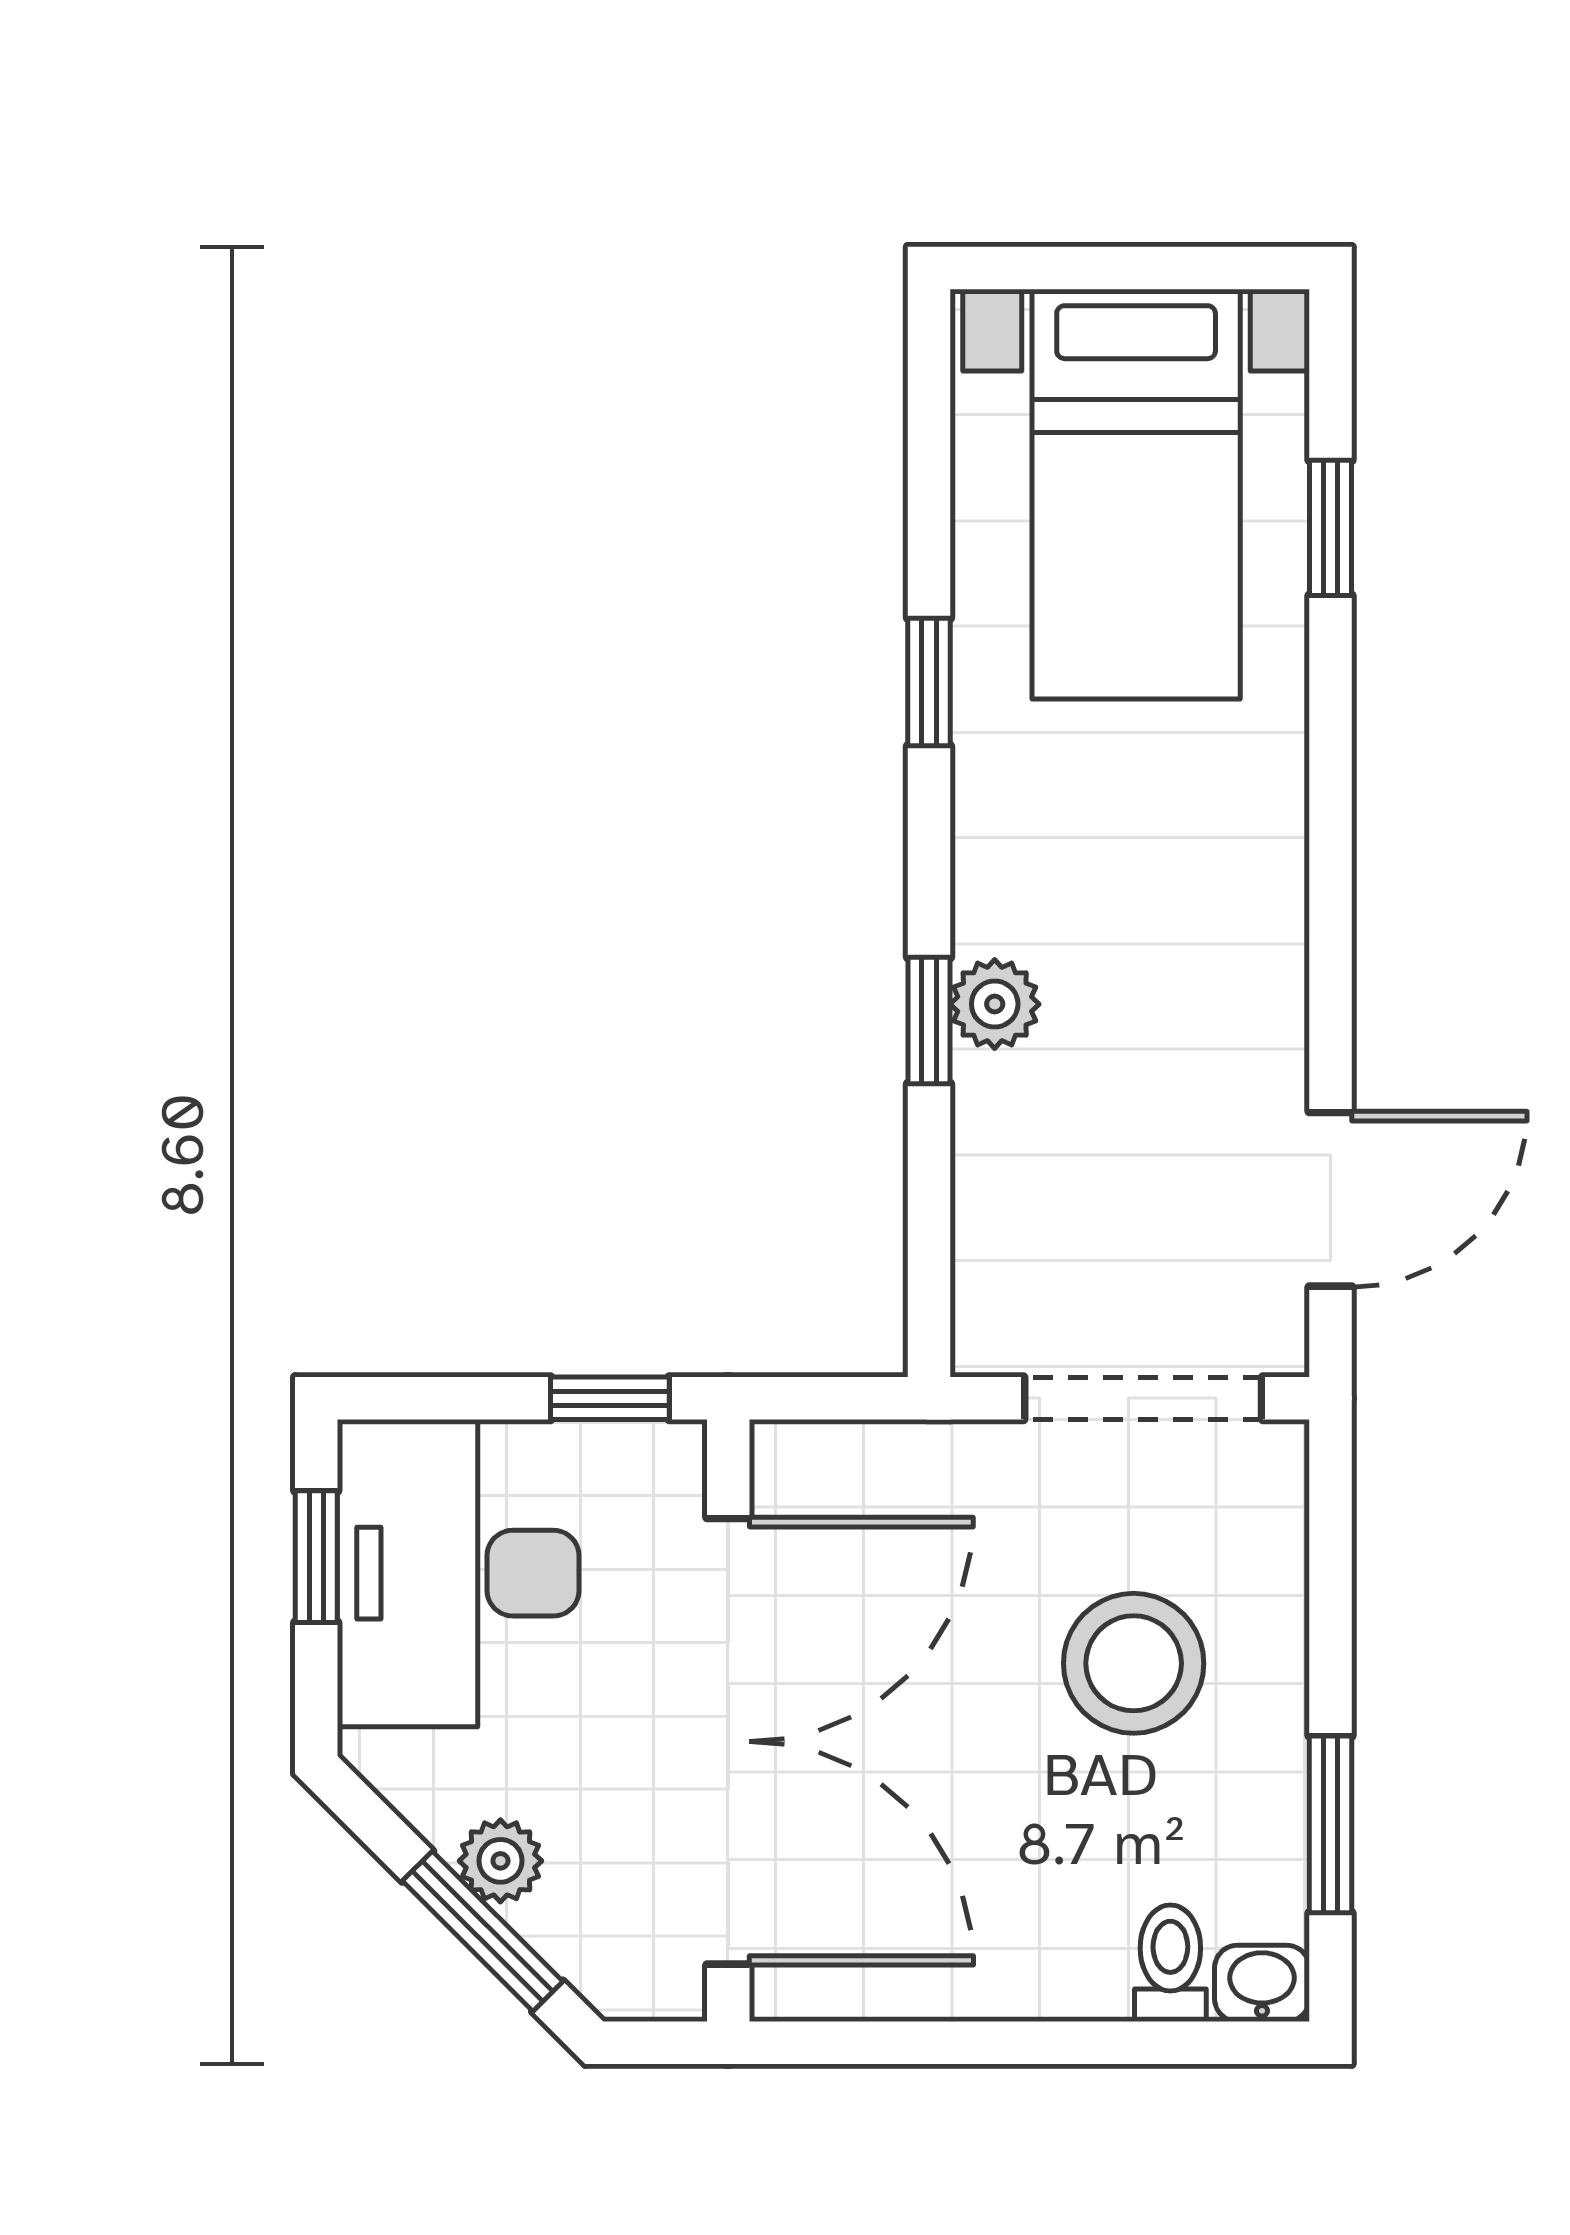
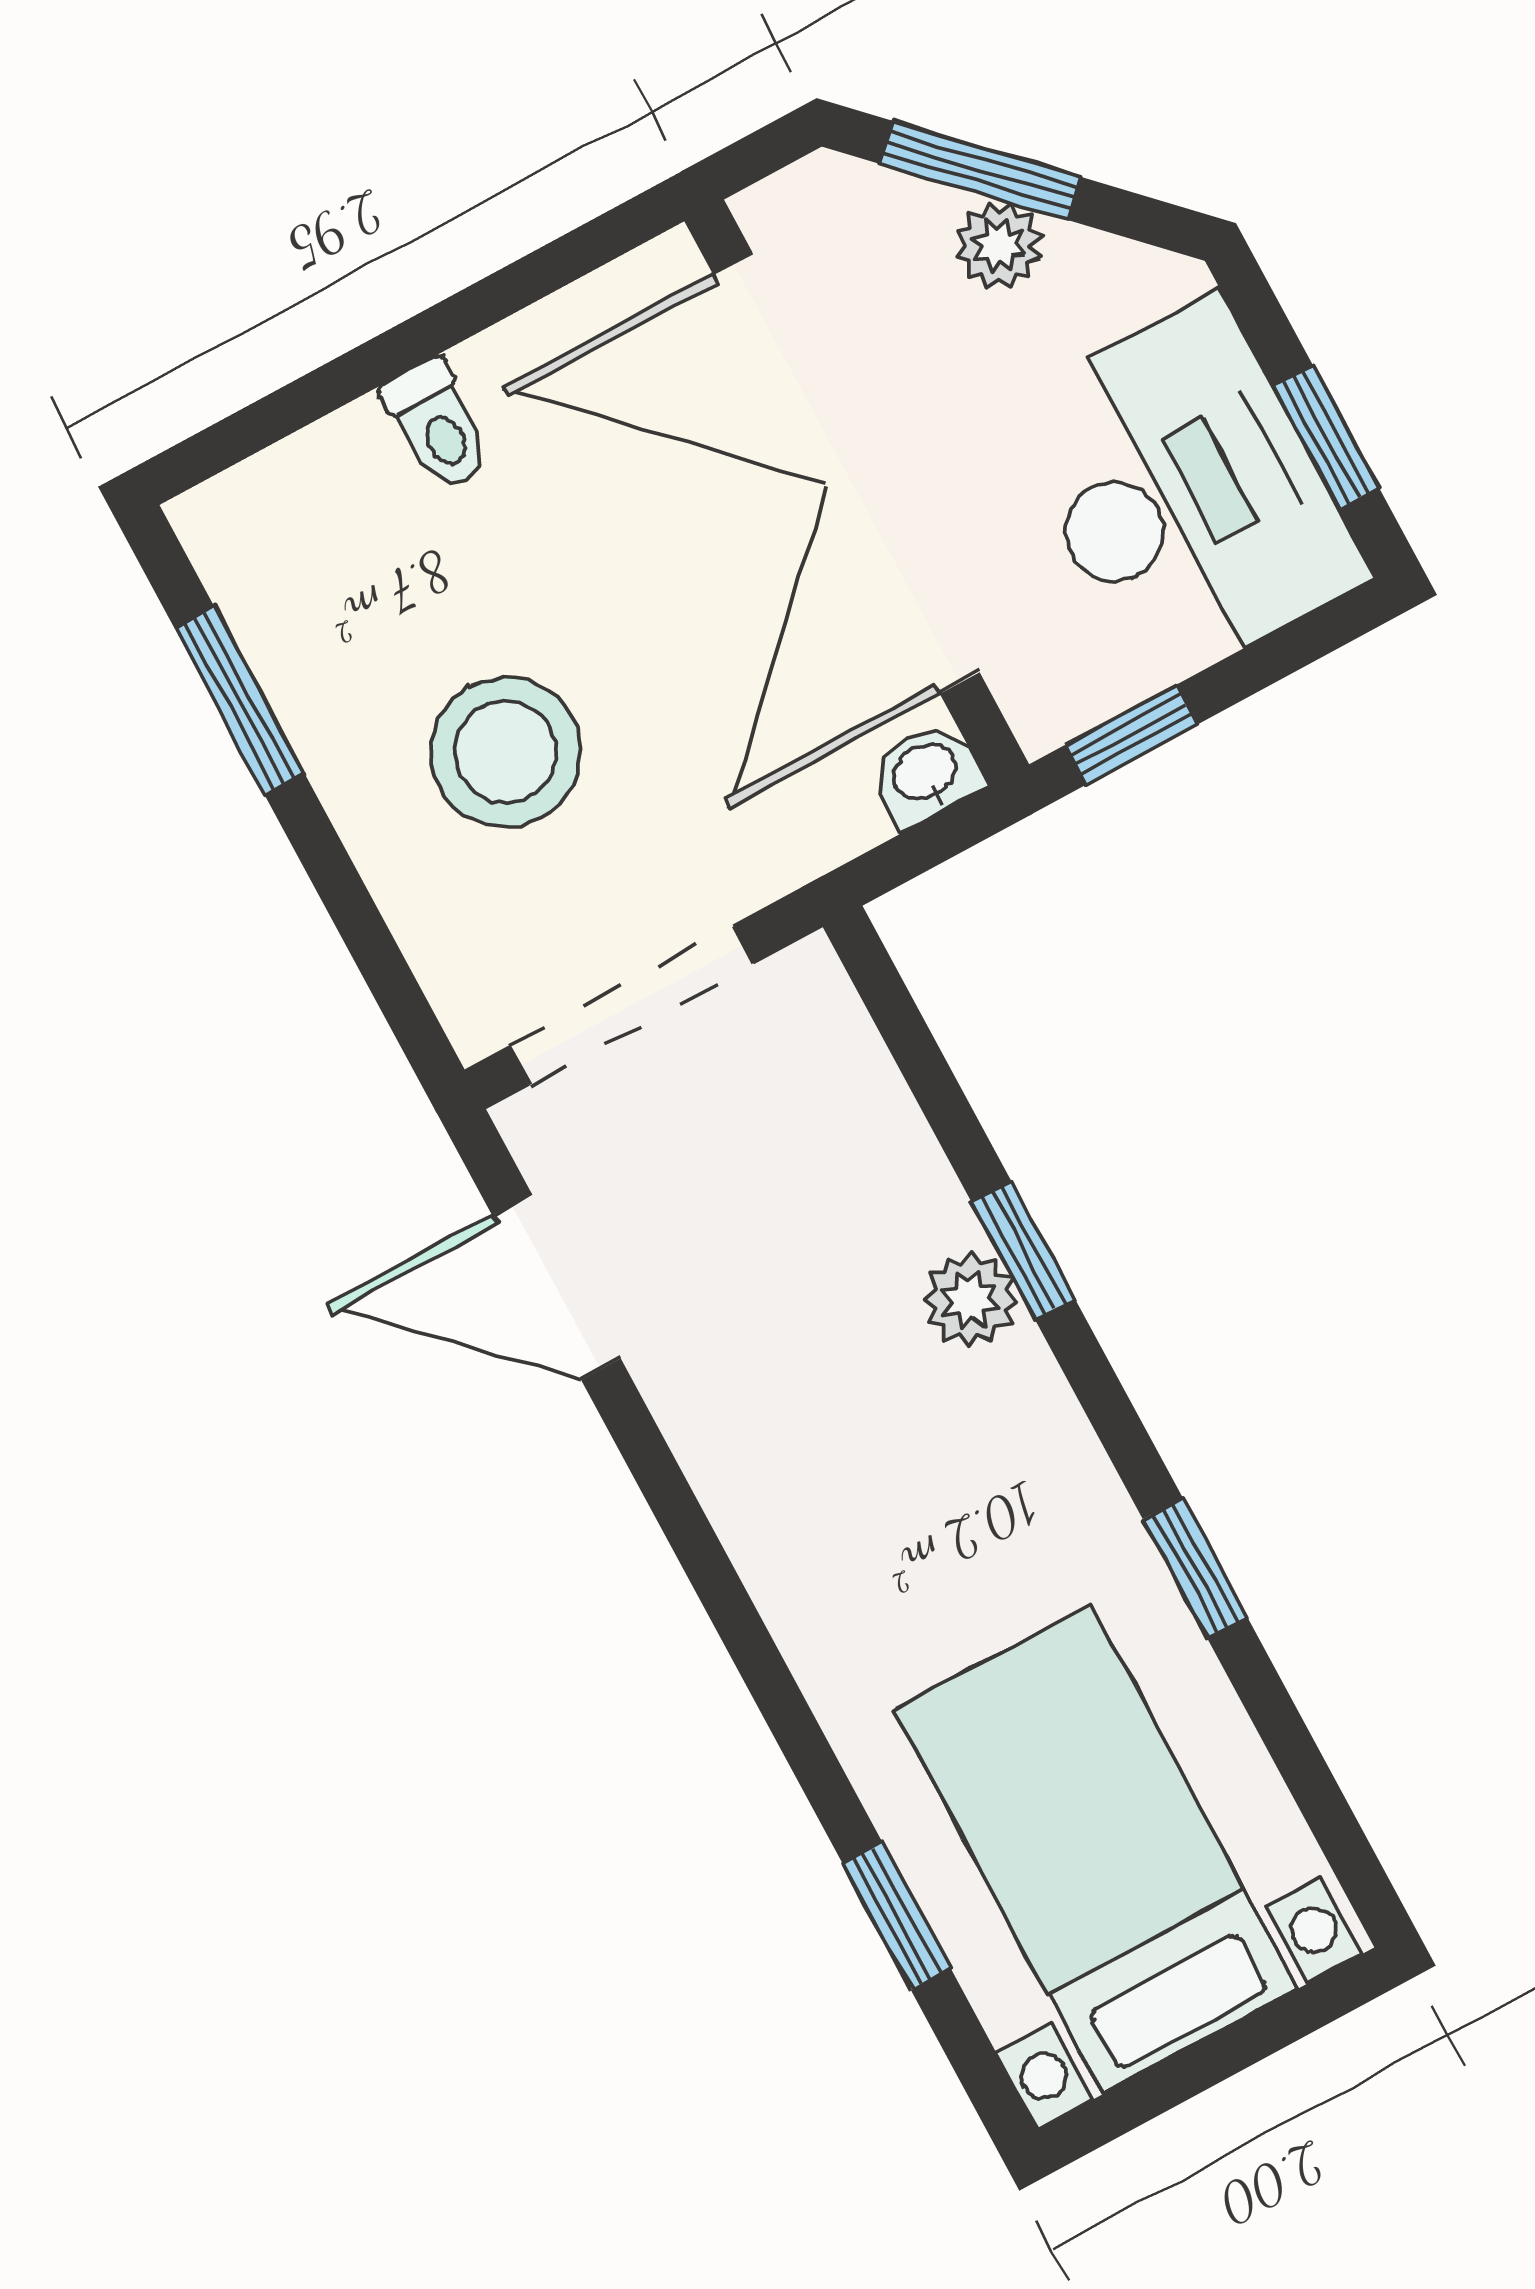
door: (1330, 1199) -> (556, 1287), hinge flipped
toilet: (1170, 1963) -> (437, 425), moved
washbasin: (1262, 1983) -> (926, 774), moved, turned 180

